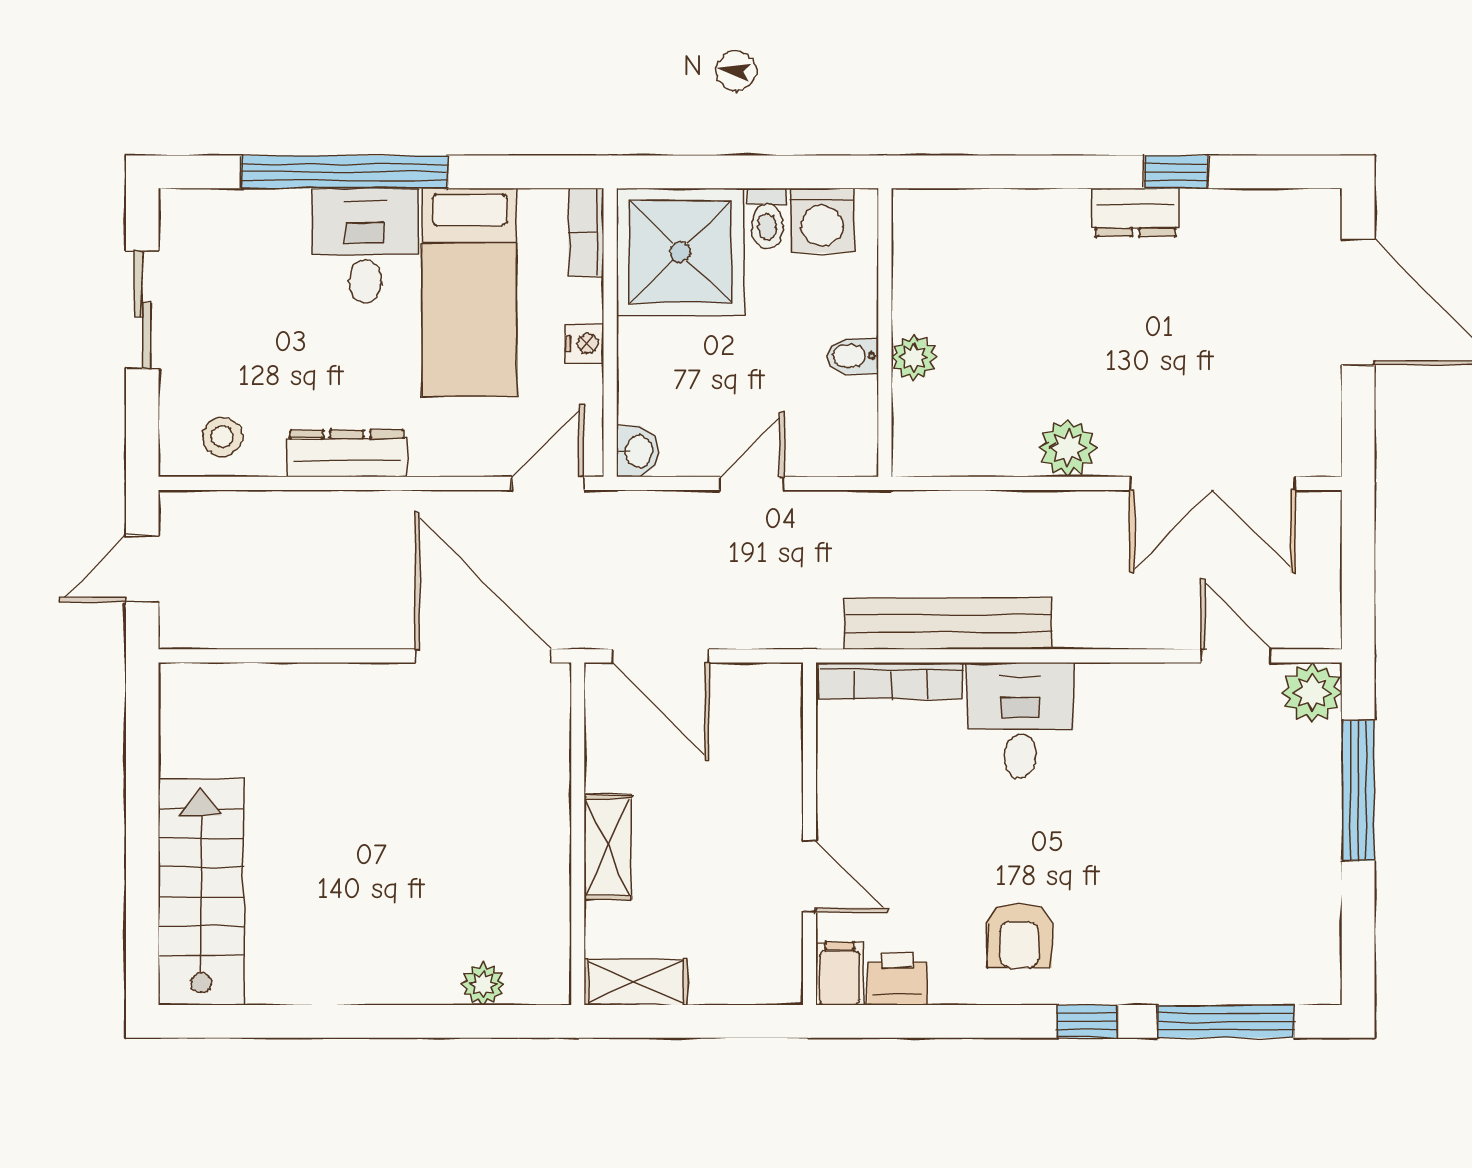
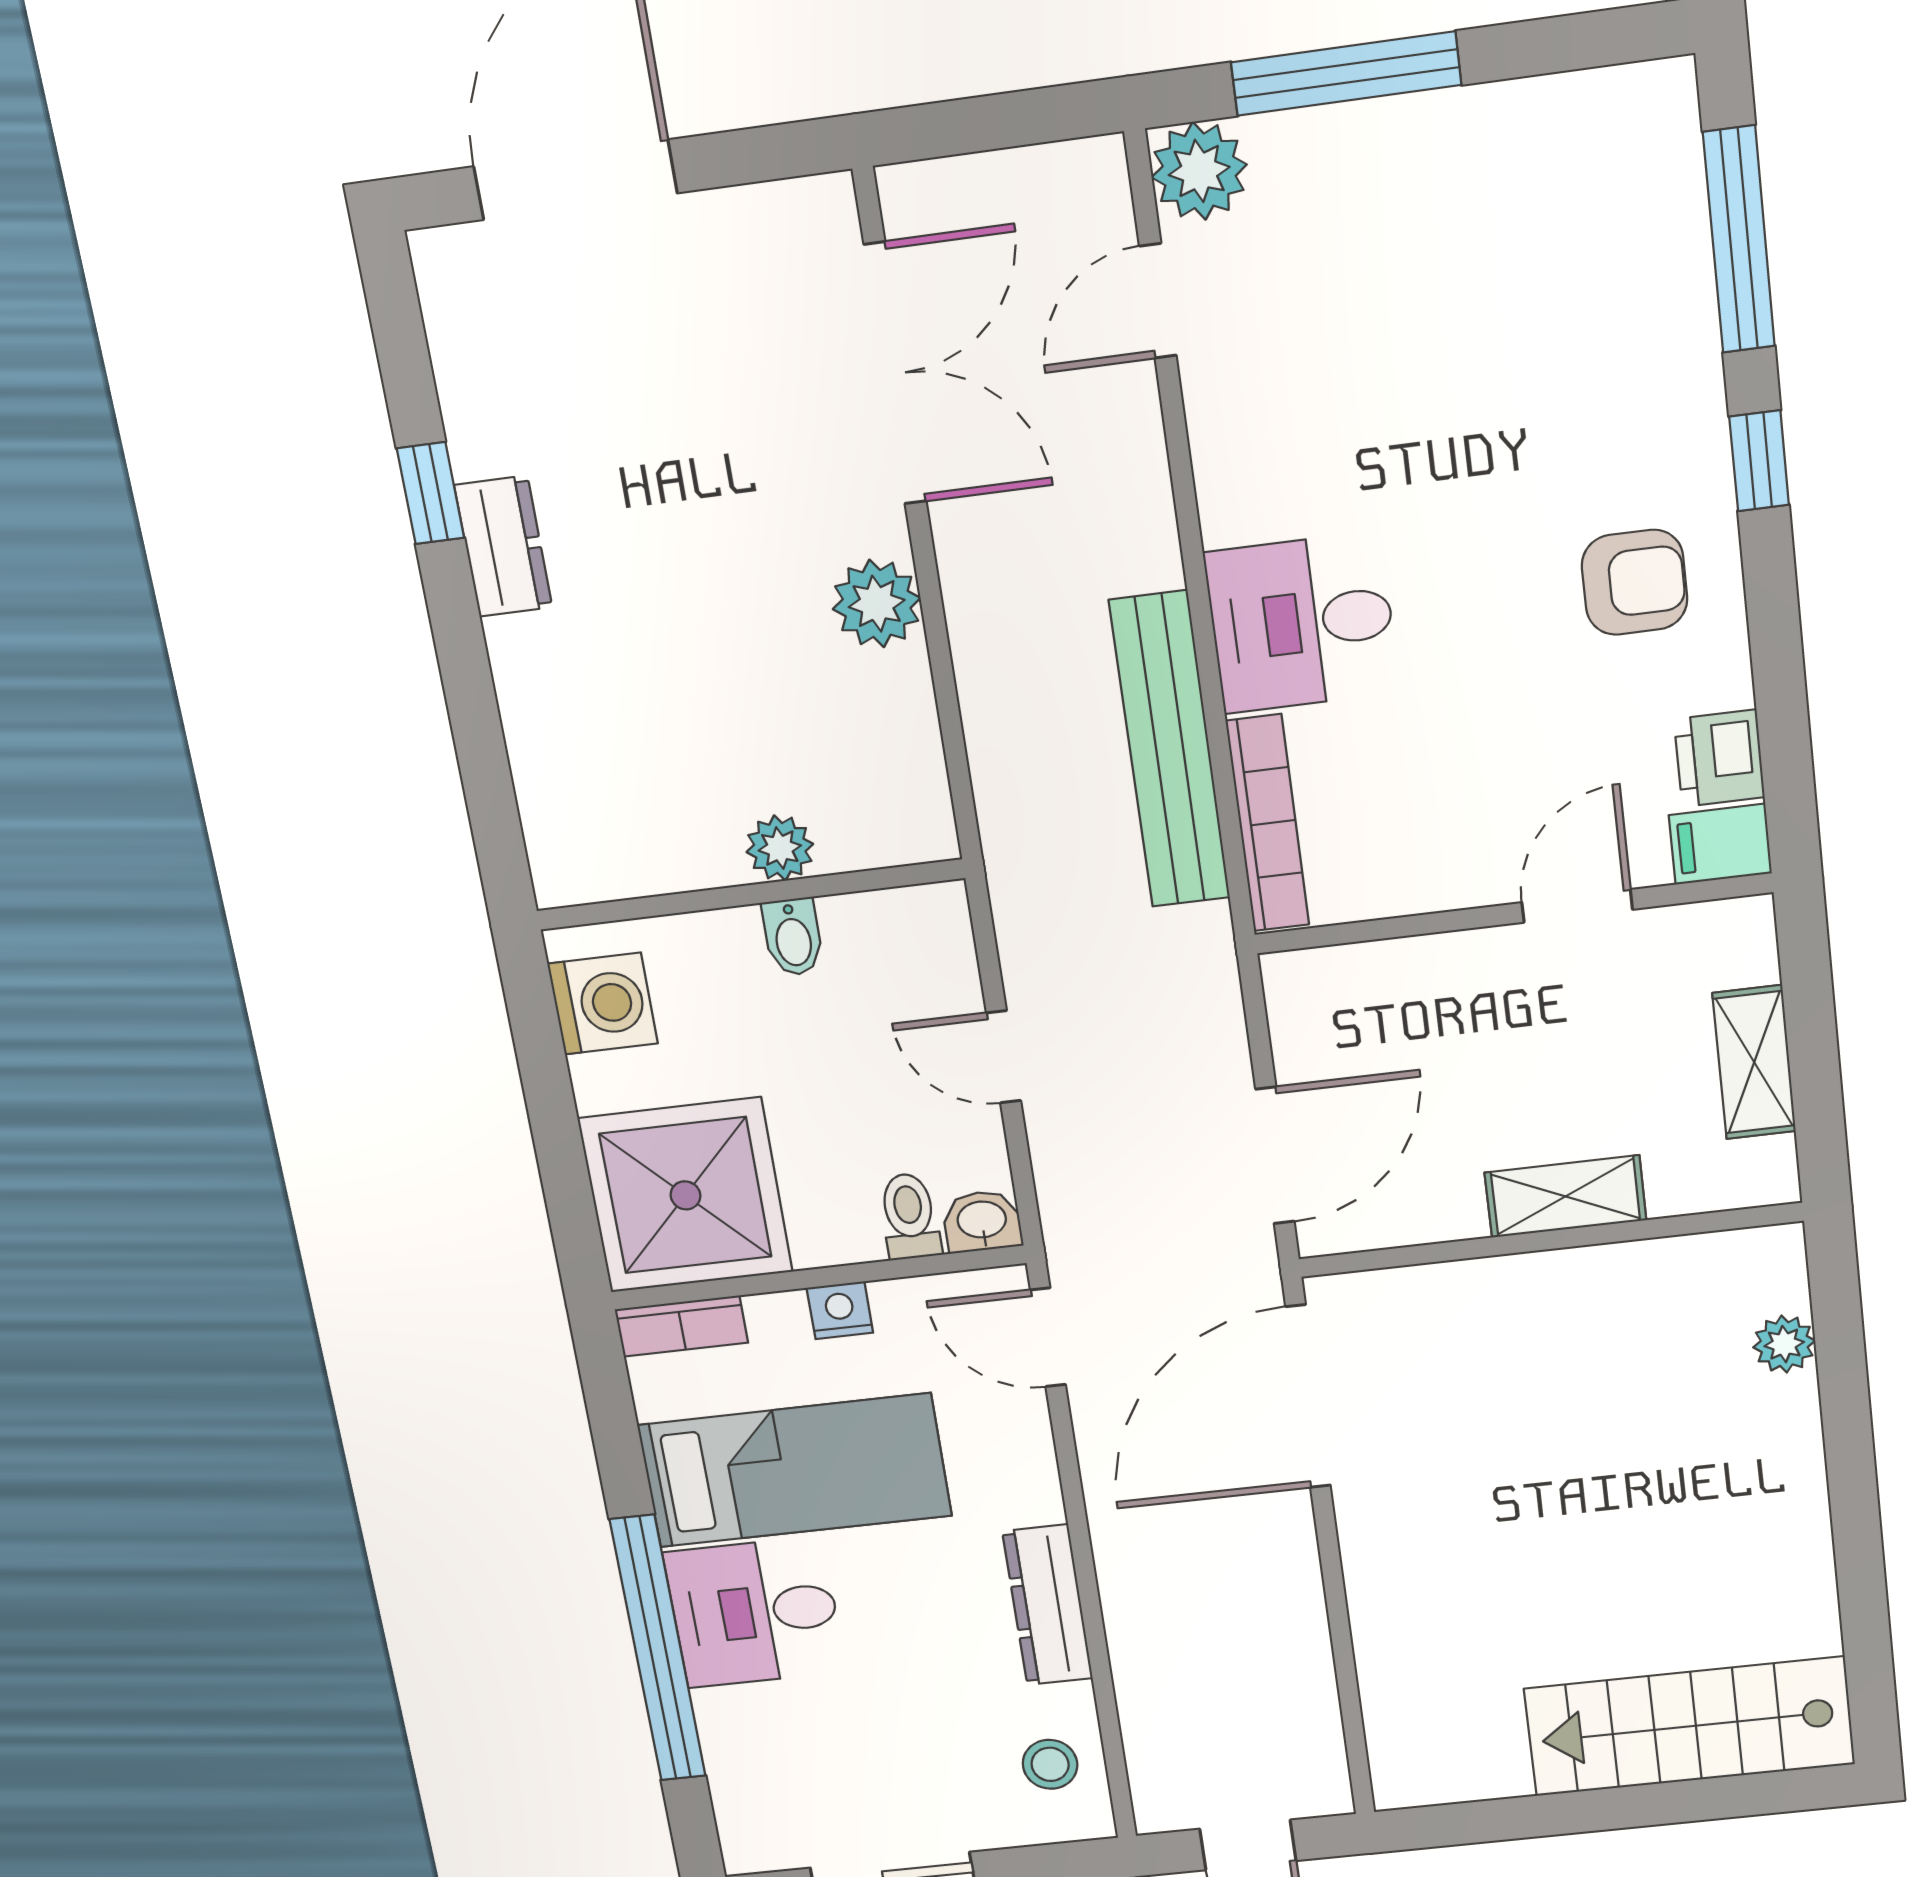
toilet: (767, 218) -> (910, 1216), moved, turned -90
shelving: (636, 982) -> (1754, 1062), moved

